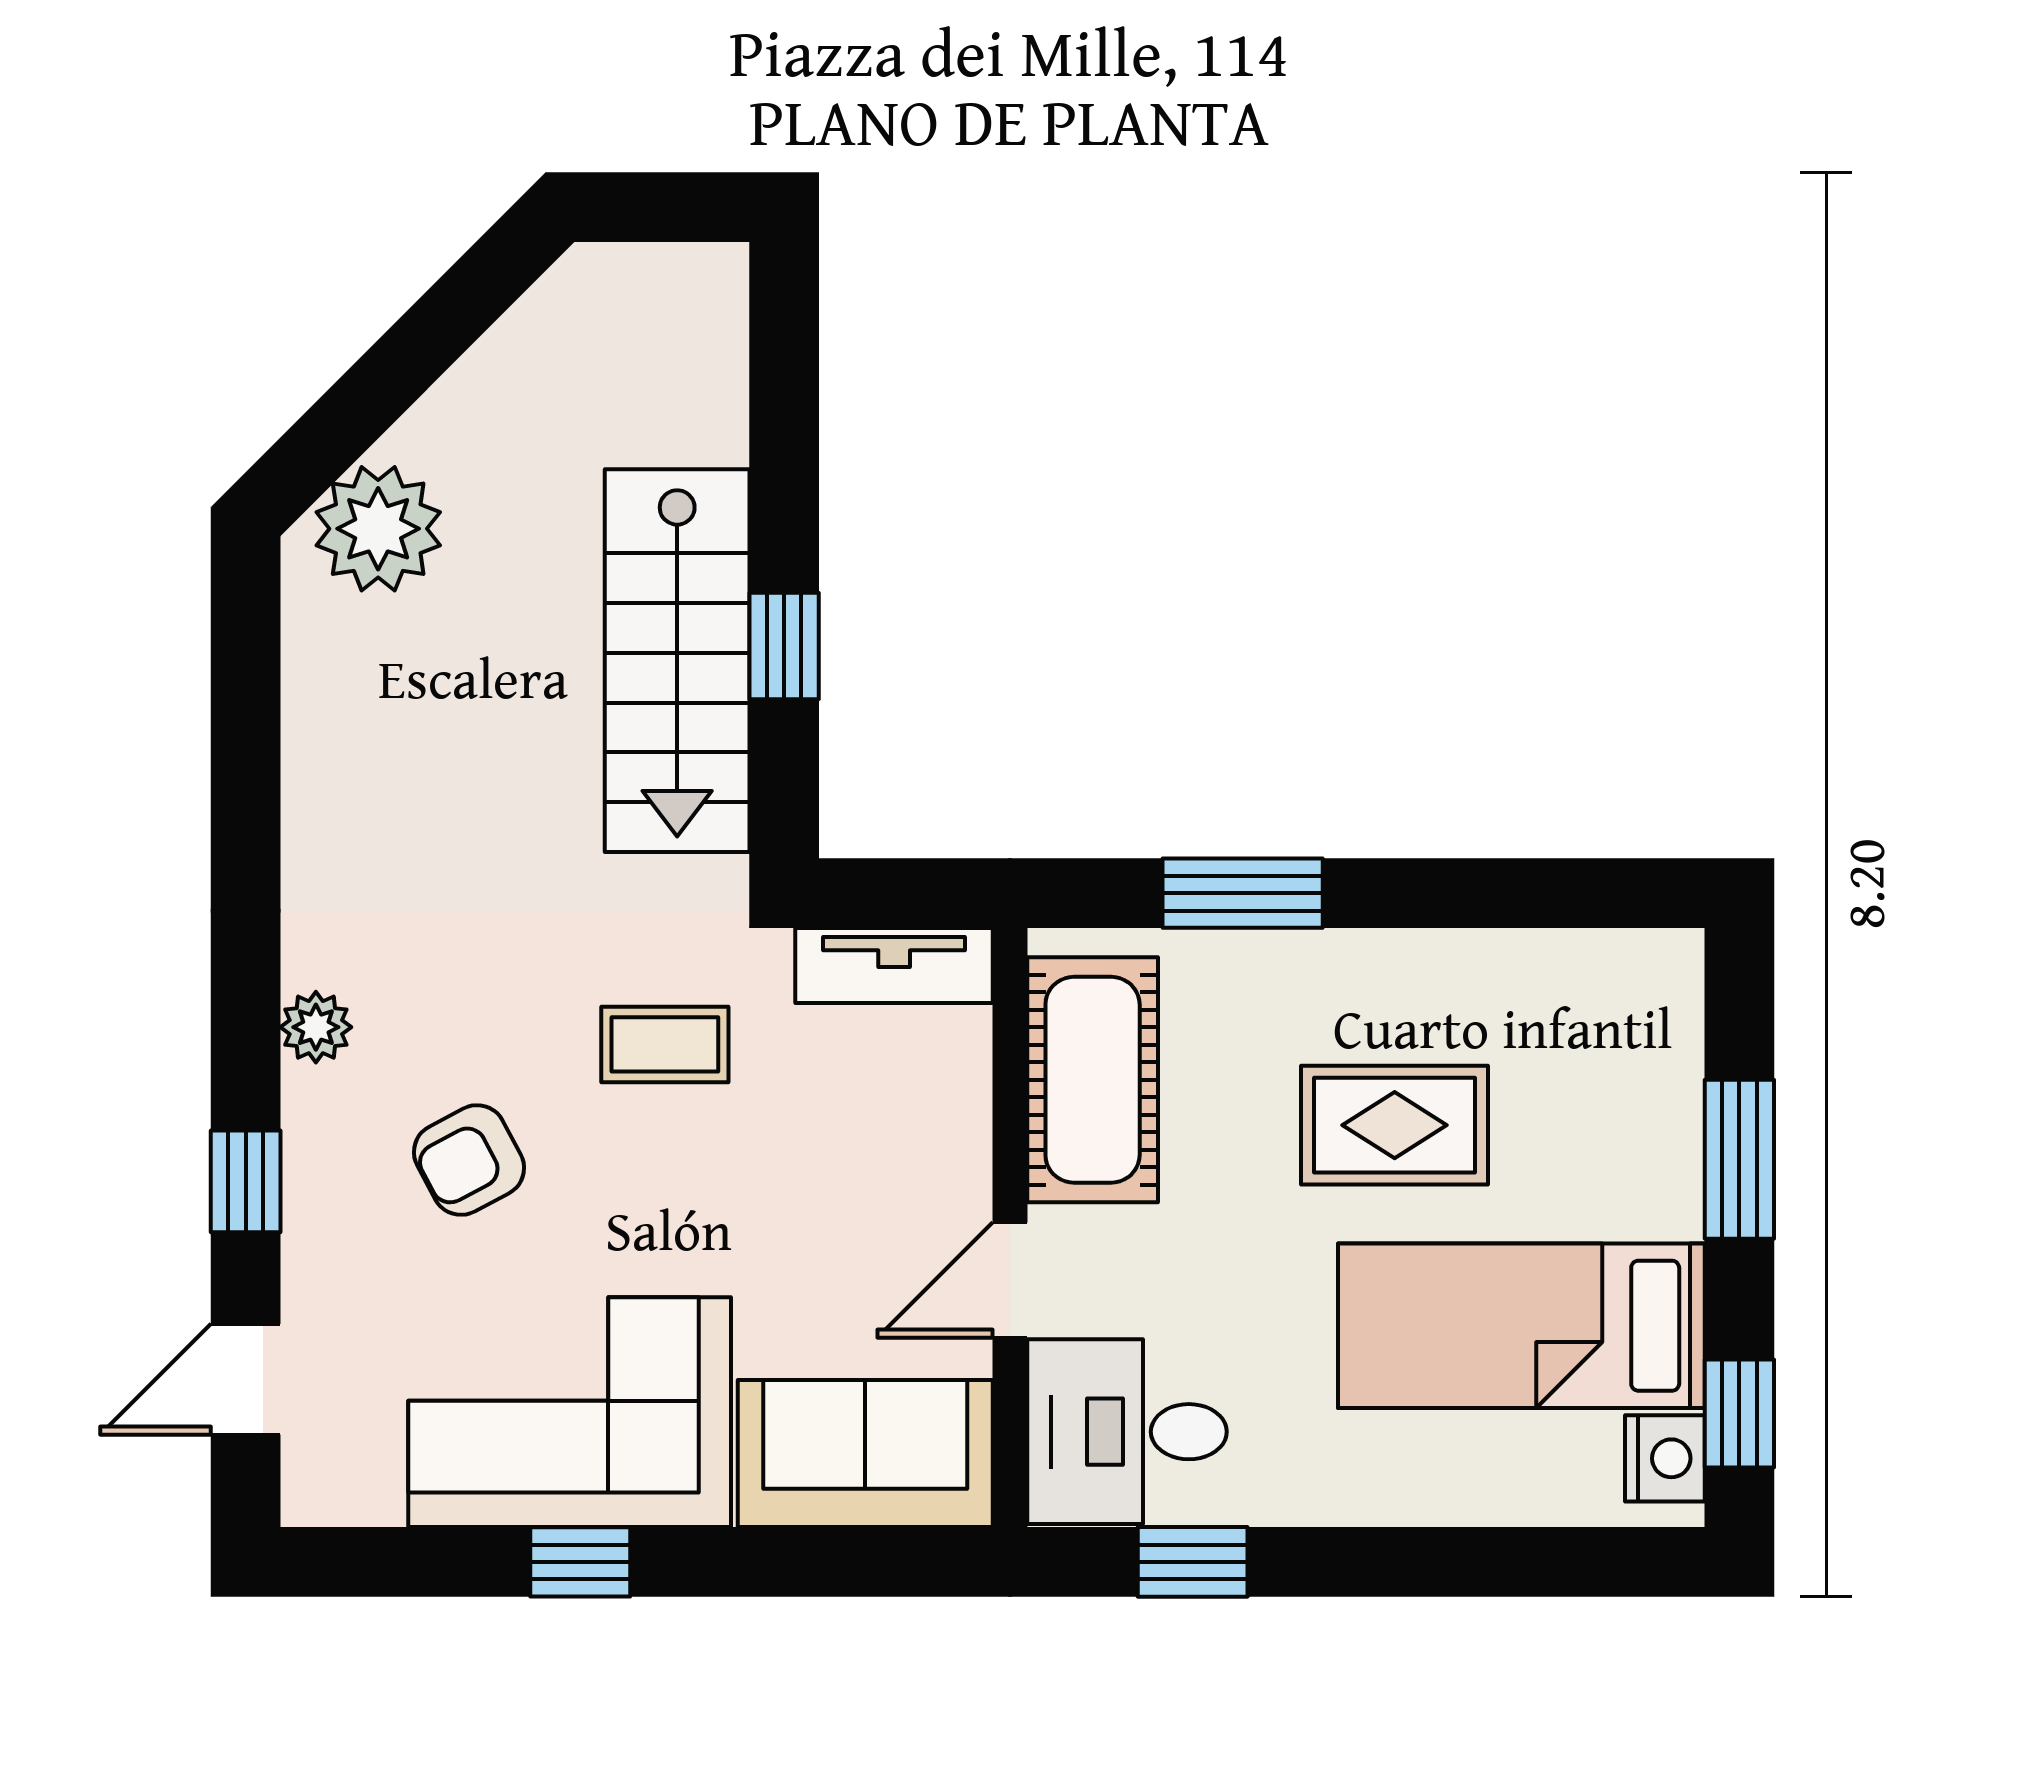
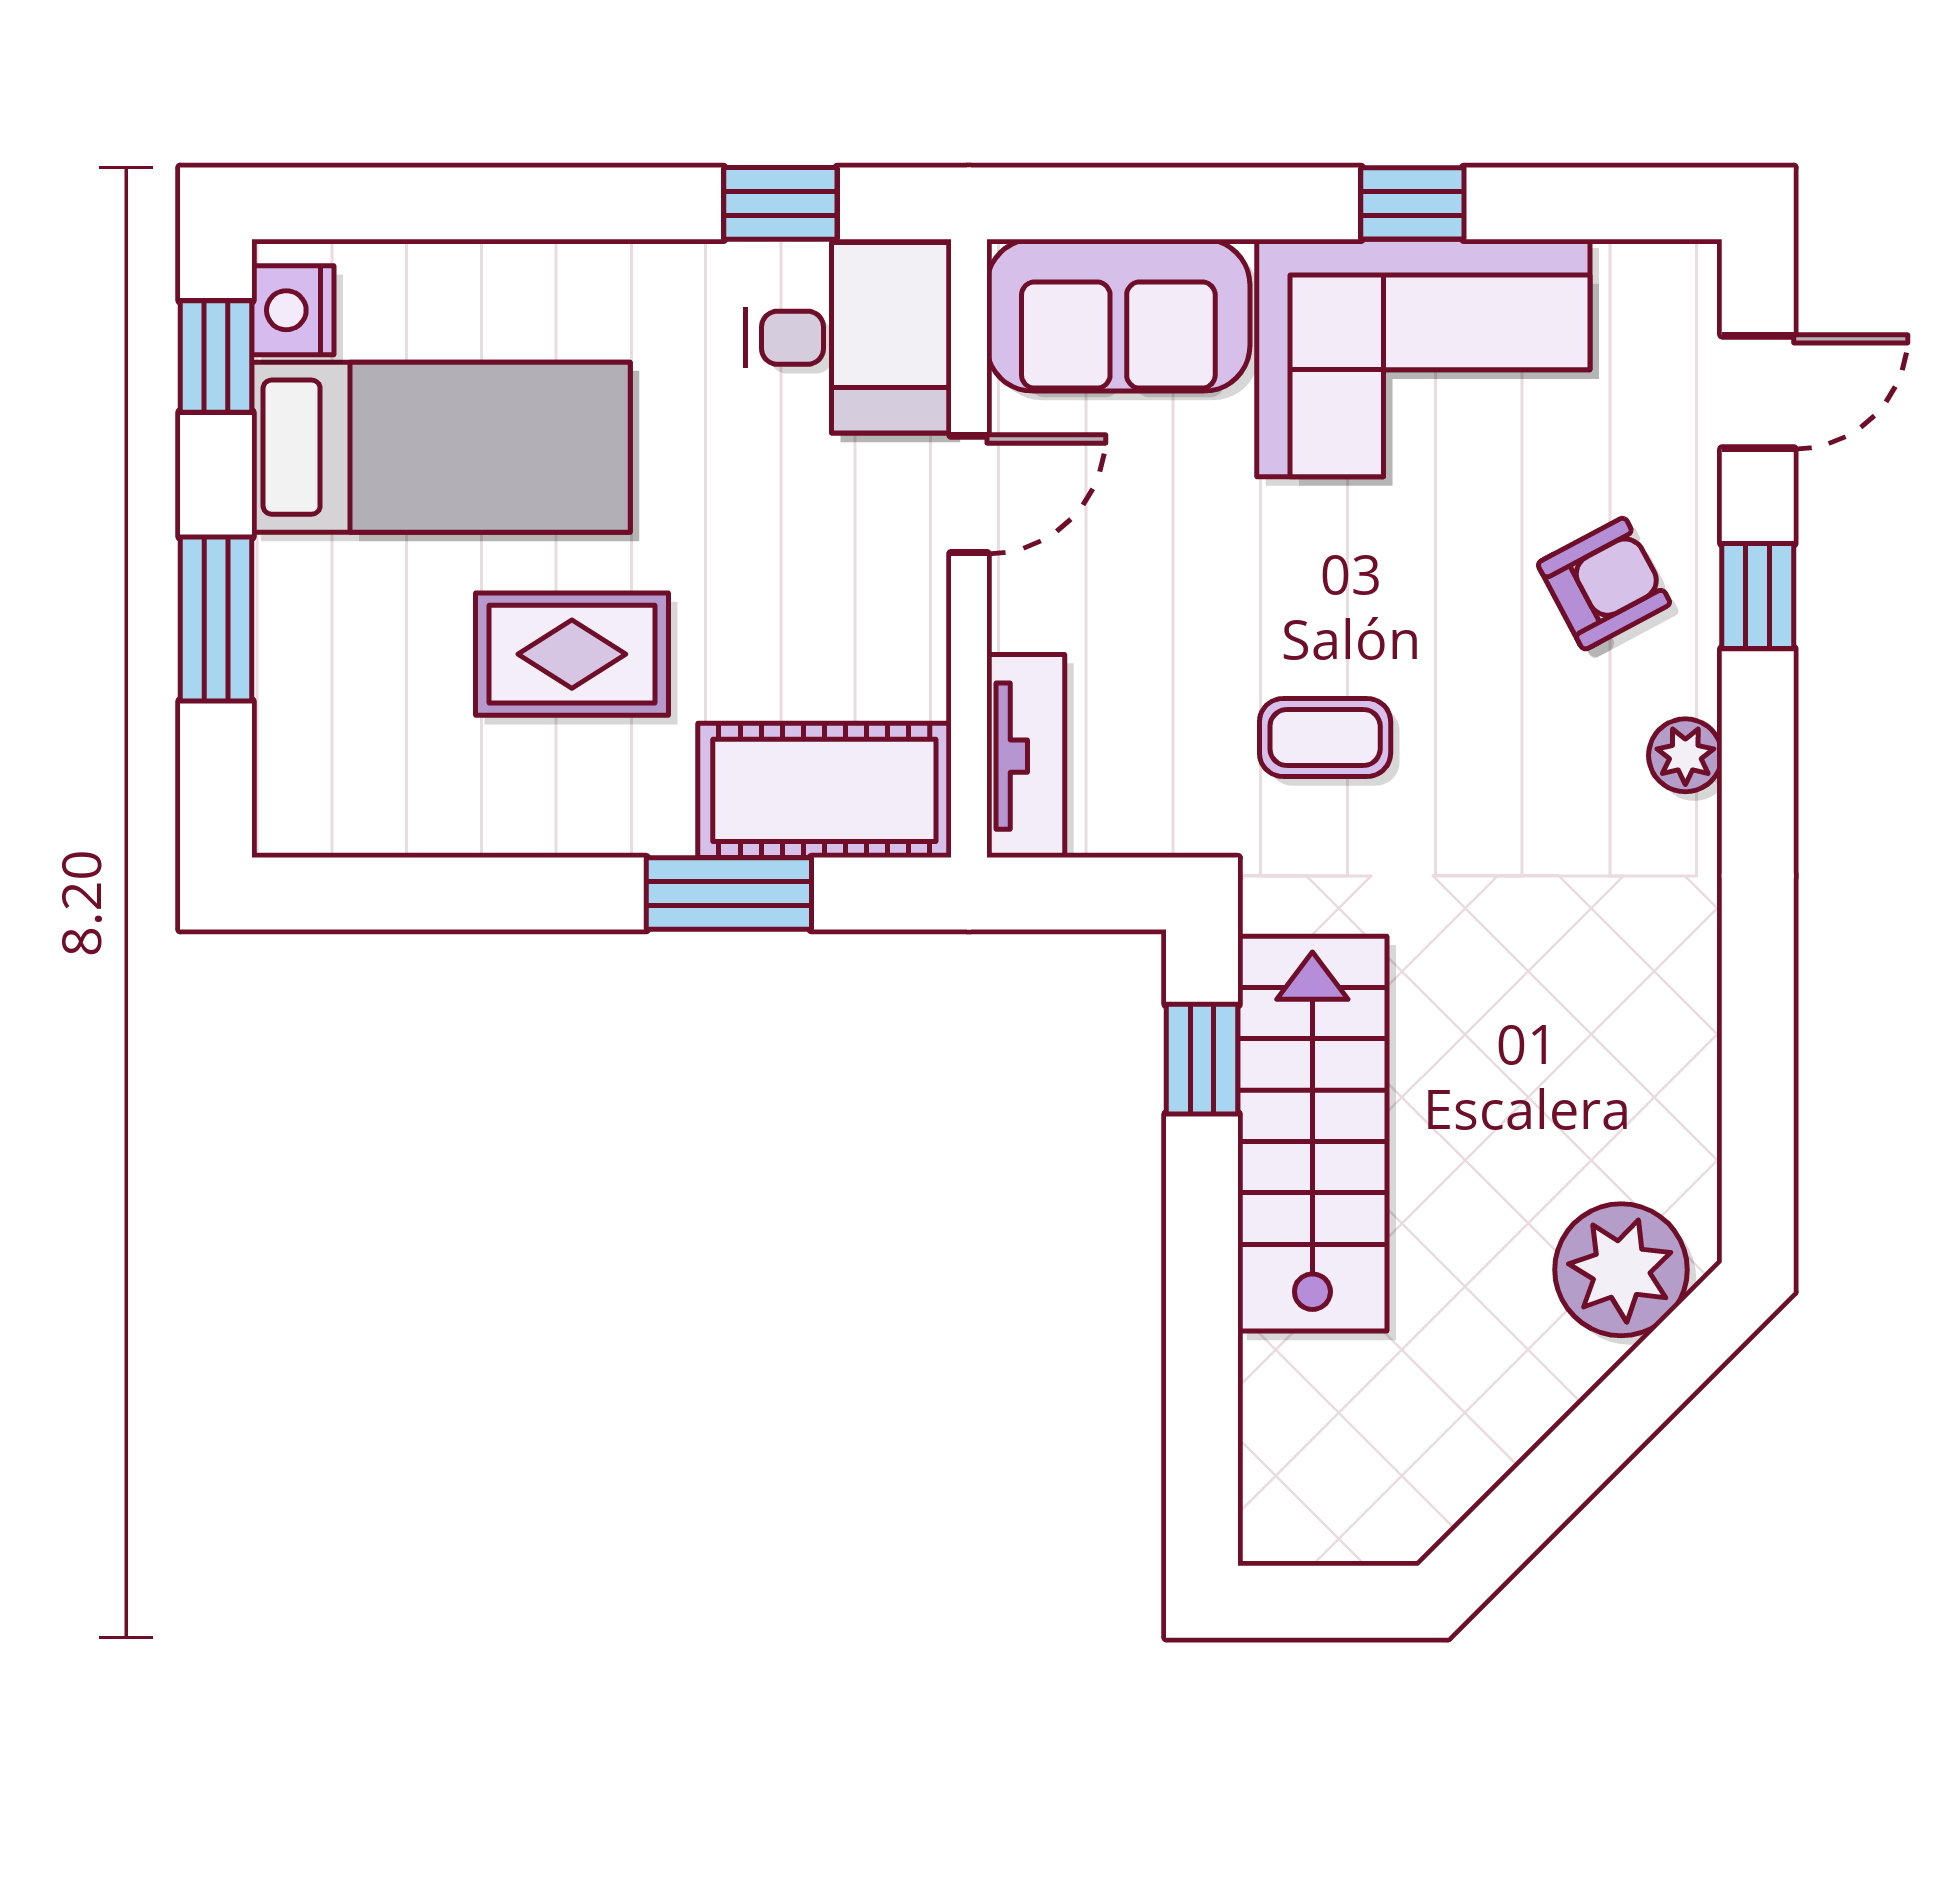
window: (784, 646) -> (1202, 1059), moved
tv unit: (894, 966) -> (1026, 756), moved, turned 90
cot: (1093, 1080) -> (824, 790), moved, turned 90
armchair: (469, 1160) -> (1604, 584), moved

